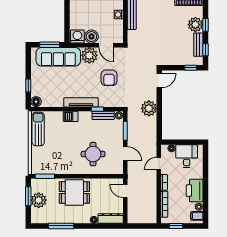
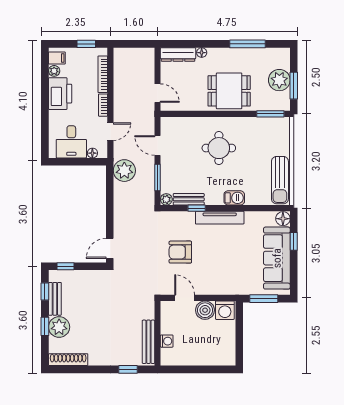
plant: (89, 55) -> (208, 284), removed
sofa: (58, 57) -> (277, 258), moved, turned -90
armchair: (109, 78) -> (180, 252), turned -90
plant: (149, 108) -> (124, 171), moved
round table: (93, 154) -> (219, 148), moved

